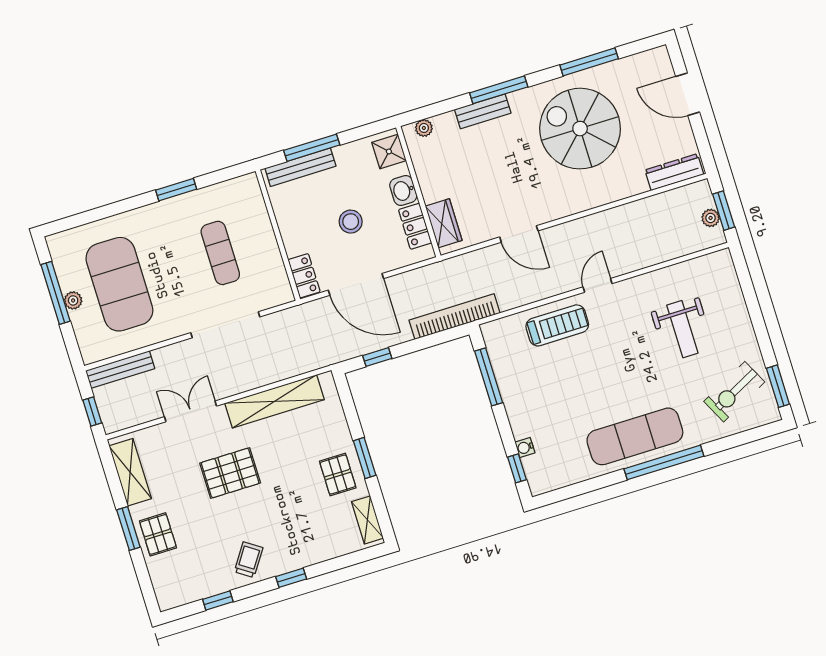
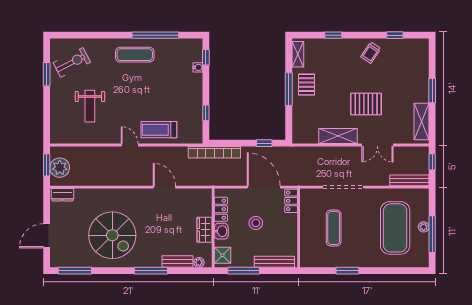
window: (589, 62) -> (75, 271), moved
door: (688, 94) -> (47, 236), swing flipped
bench: (483, 111) -> (177, 262), moved
window: (312, 148) -> (244, 271), moved
dresser: (674, 172) -> (63, 195), width x0.70
plant: (711, 218) -> (60, 168), width x1.87, depth x1.87
wardrobe: (444, 223) -> (204, 230), moved
door: (598, 285) -> (130, 145), swing flipped
weight bench: (682, 329) -> (90, 106), turned 180
window: (489, 377) -> (206, 113), width x0.46
window: (778, 386) -> (47, 74), moved
shelving: (275, 401) -> (338, 136), width x0.68
exercise mat: (635, 436) -> (135, 55), width x0.73, depth x0.69
window: (365, 458) -> (289, 89), width x1.44
window: (664, 462) -> (155, 35), moved
pallet: (158, 534) -> (417, 82), removed
window: (291, 578) -> (333, 35), moved

